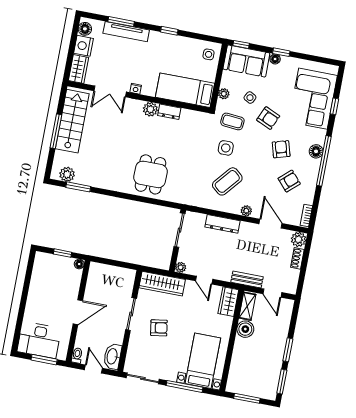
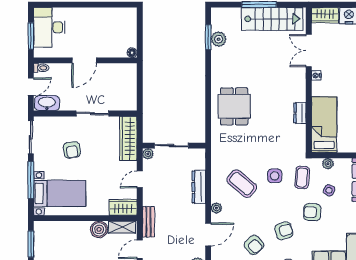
plant: (150, 109) -> (299, 94), removed
armchair: (268, 118) -> (312, 212), turned 69
plant: (67, 174) -> (219, 39), moved
dining table: (150, 174) -> (234, 106), turned 90
sliding door: (180, 230) -> (171, 146), moved
window: (63, 253) -> (140, 34), removed
door: (78, 312) -> (84, 60), hinge flipped
armchair: (159, 328) -> (72, 150), moved

